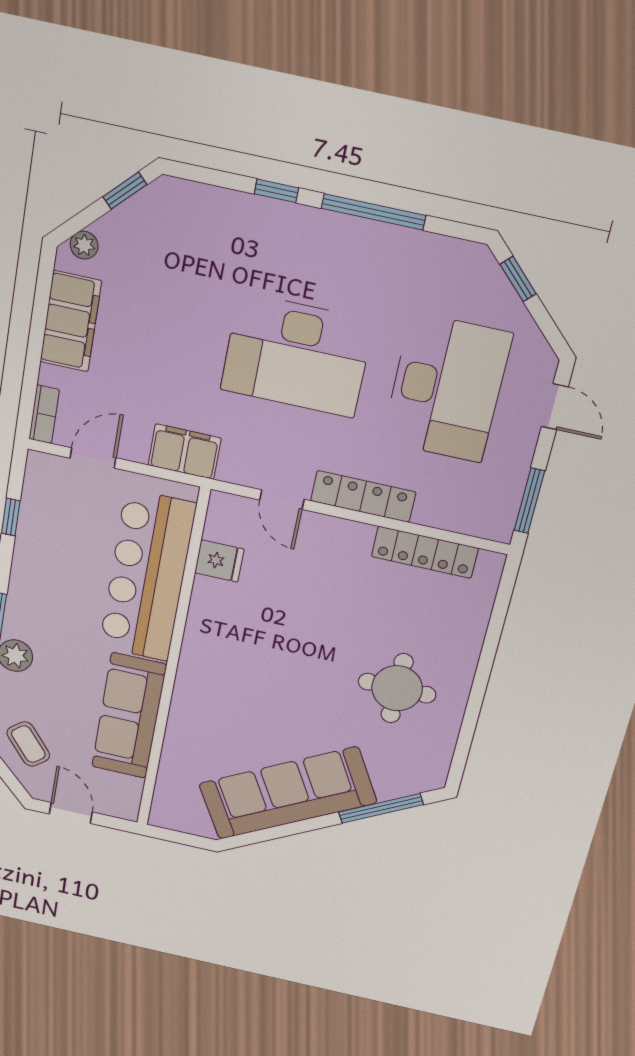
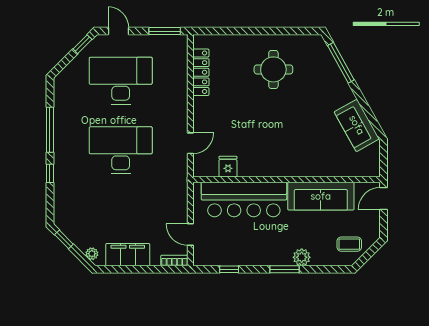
window: (518, 279) -> (82, 44), moved
desk: (297, 355) -> (121, 150), turned -90
door: (555, 407) -> (118, 31), hinge flipped
filing cabinet: (185, 452) -> (177, 193), removed
locker: (363, 496) -> (180, 106), removed
coffee table: (28, 744) -> (349, 244), turned 39
sofa: (288, 793) -> (357, 125), width x0.54, depth x0.79
door: (71, 813) -> (384, 199), moved

